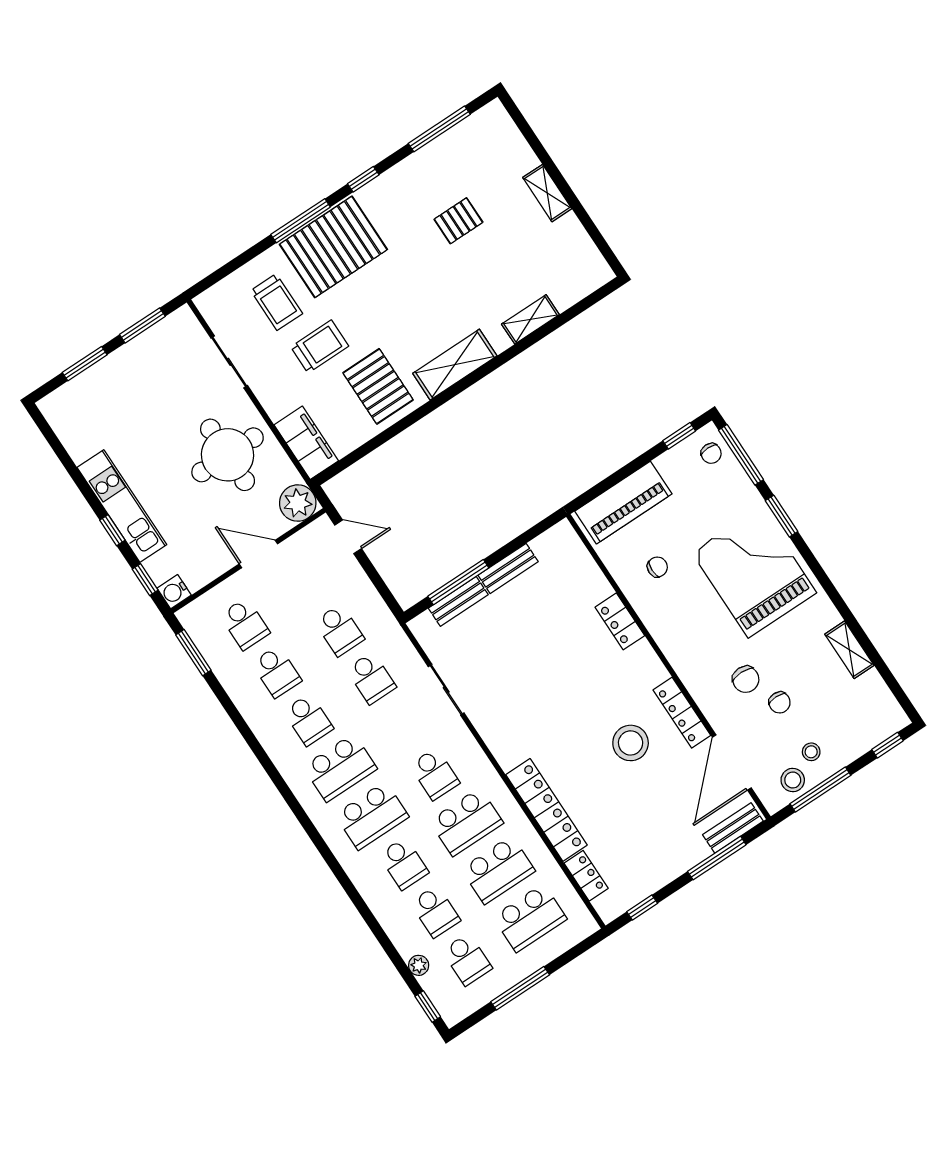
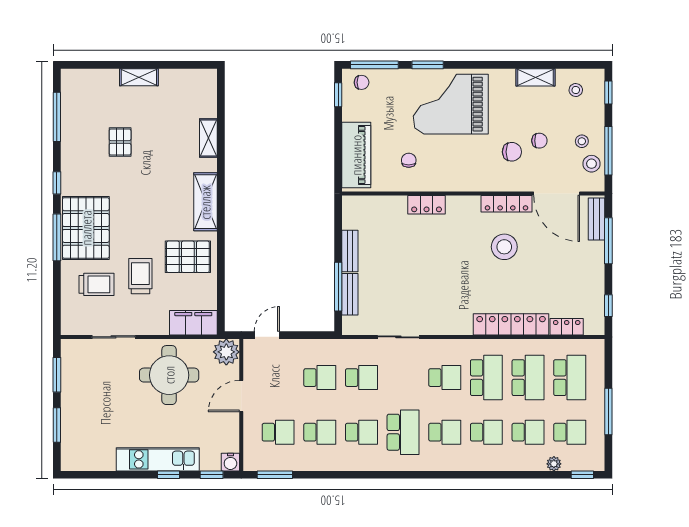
stool: (866, 706) -> (576, 90), added
school desk: (372, 816) -> (445, 432), width x0.54

